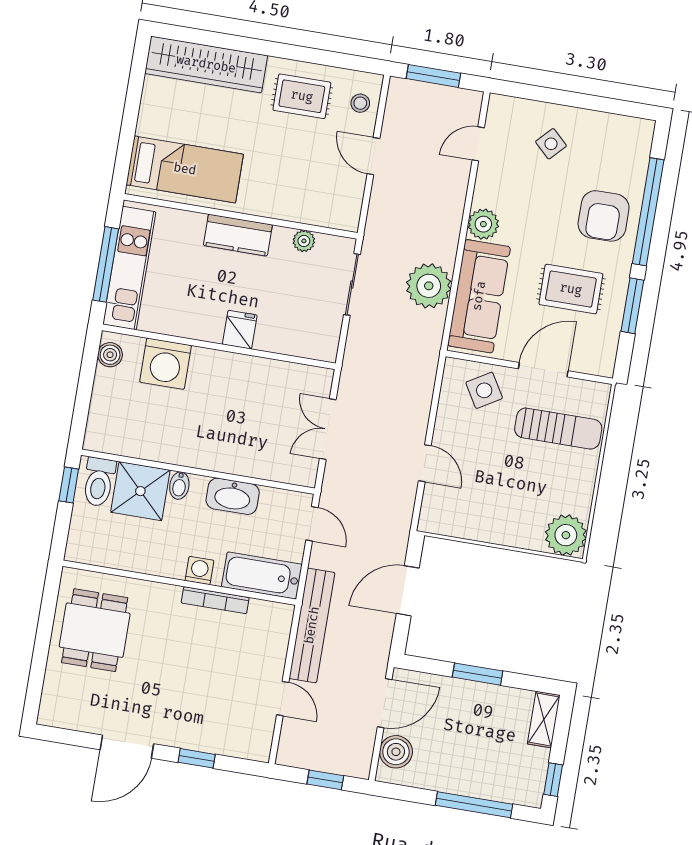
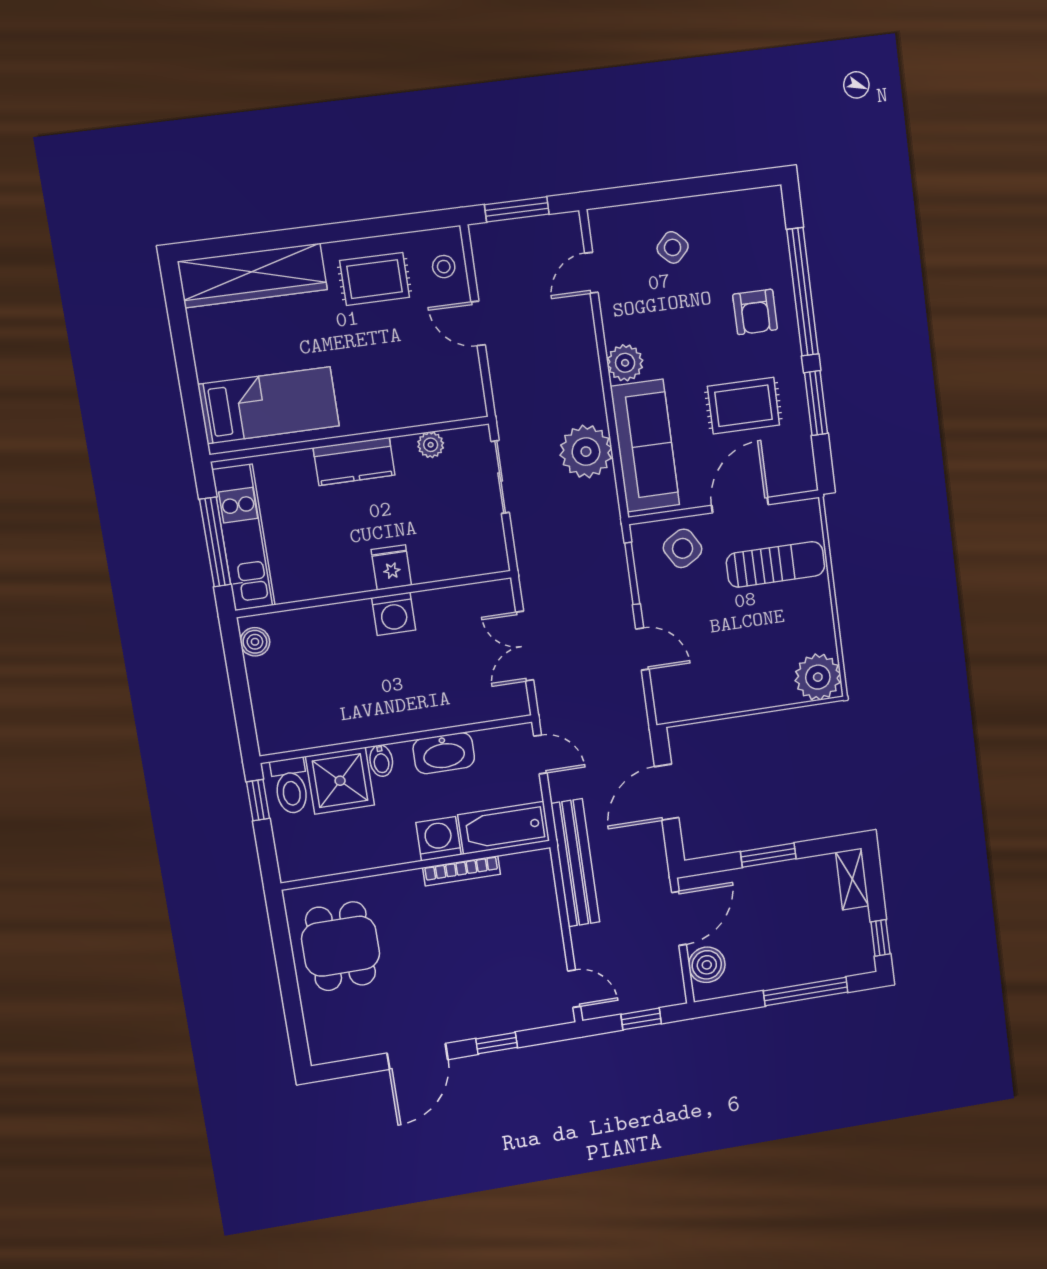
armchair: (604, 216) -> (755, 312), width x0.72, depth x0.72
washing machine: (166, 364) -> (394, 614), moved, width x0.73, depth x0.73
window: (436, 398) -> (632, 573), added
washing machine: (199, 571) -> (439, 839), width x1.38, depth x1.38
door: (283, 699) -> (574, 989), moved

